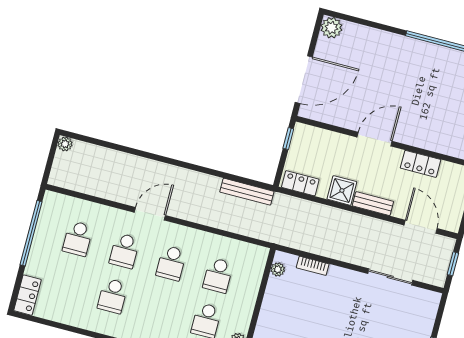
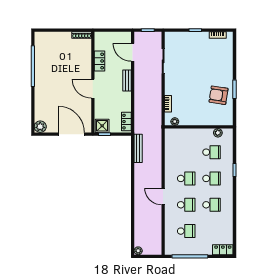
shower: (342, 190) -> (102, 126), moved
door: (421, 227) -> (133, 52), hinge flipped
school desk: (218, 275) -> (212, 178), moved

